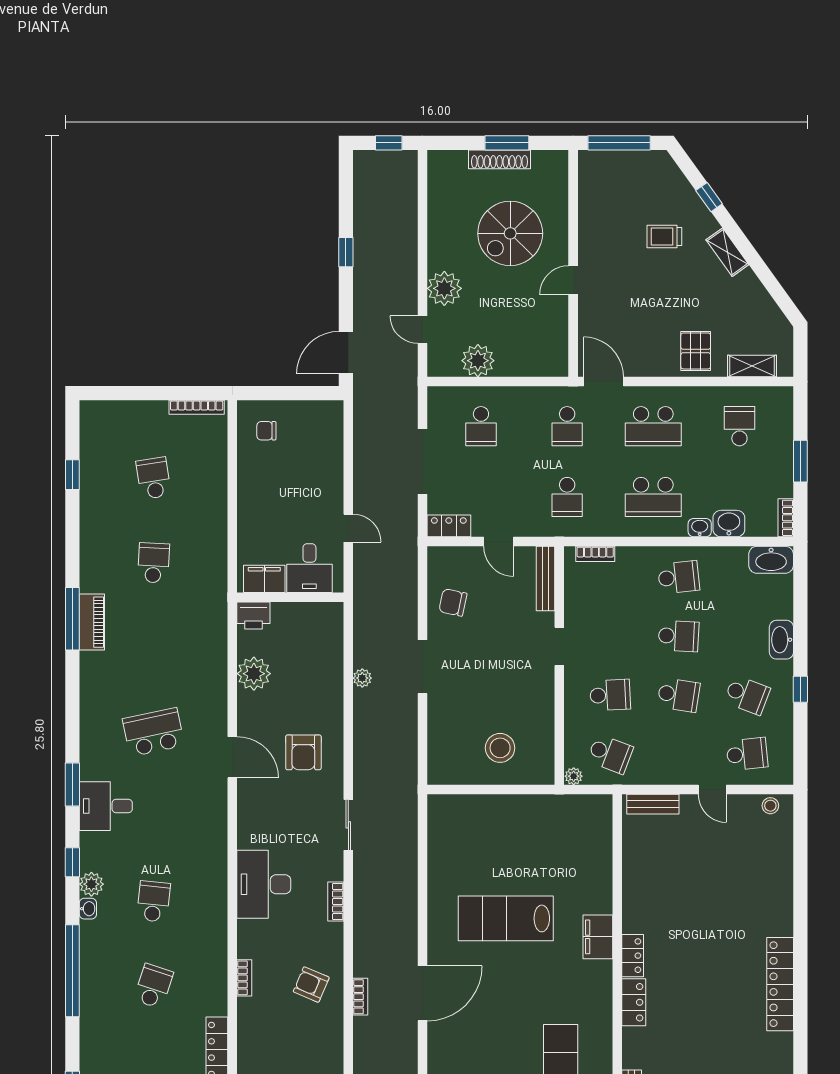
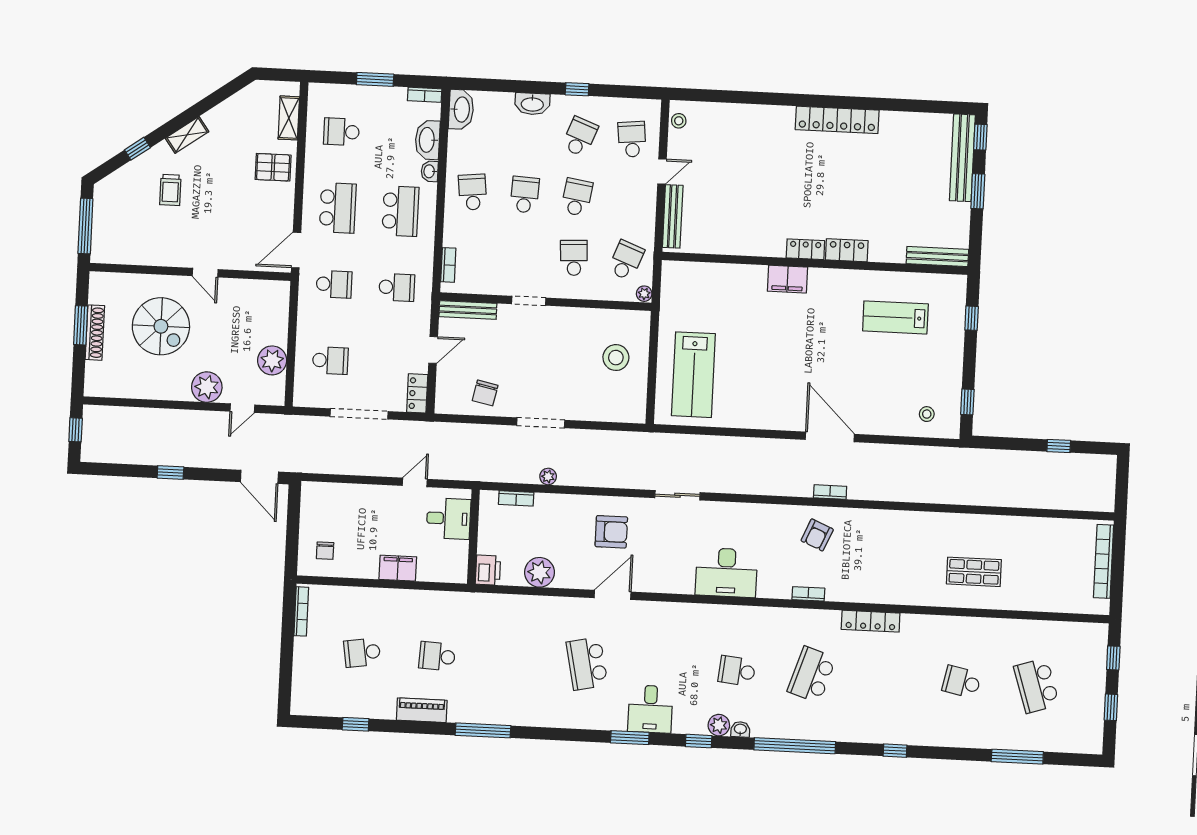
washbasin: (729, 524) -> (427, 140), width x1.38
filing cabinet: (264, 579) -> (398, 568), moved, turned 90
piano: (92, 622) -> (422, 710), moved
bench: (653, 804) -> (673, 216), width x1.36
bookcase: (336, 901) -> (516, 498), moved
lab bench: (506, 918) -> (693, 375), moved
school desk: (154, 986) -> (812, 675), width x1.85

